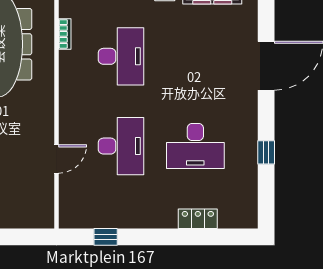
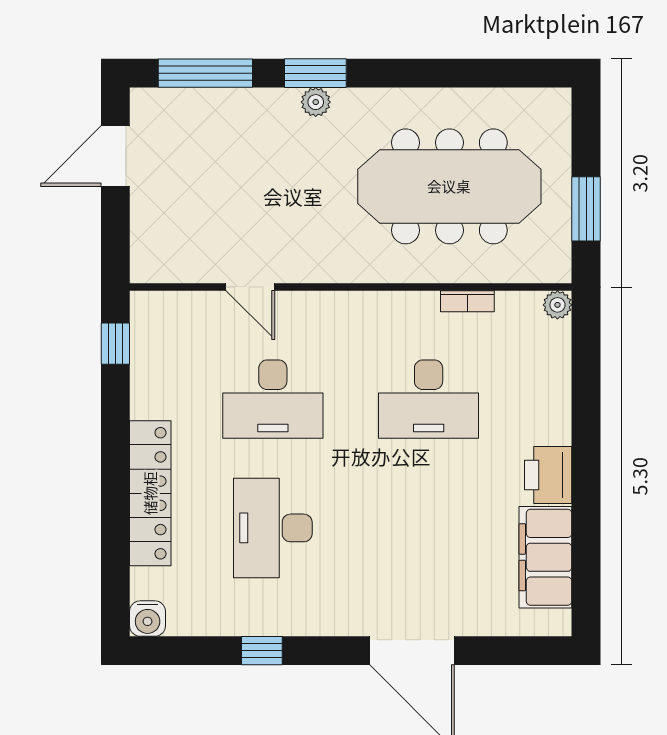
water cooler: (248, 218) -> (148, 619), added
locker: (198, 219) -> (150, 493), width x2.16, depth x1.21
window: (106, 237) -> (115, 344), moved

